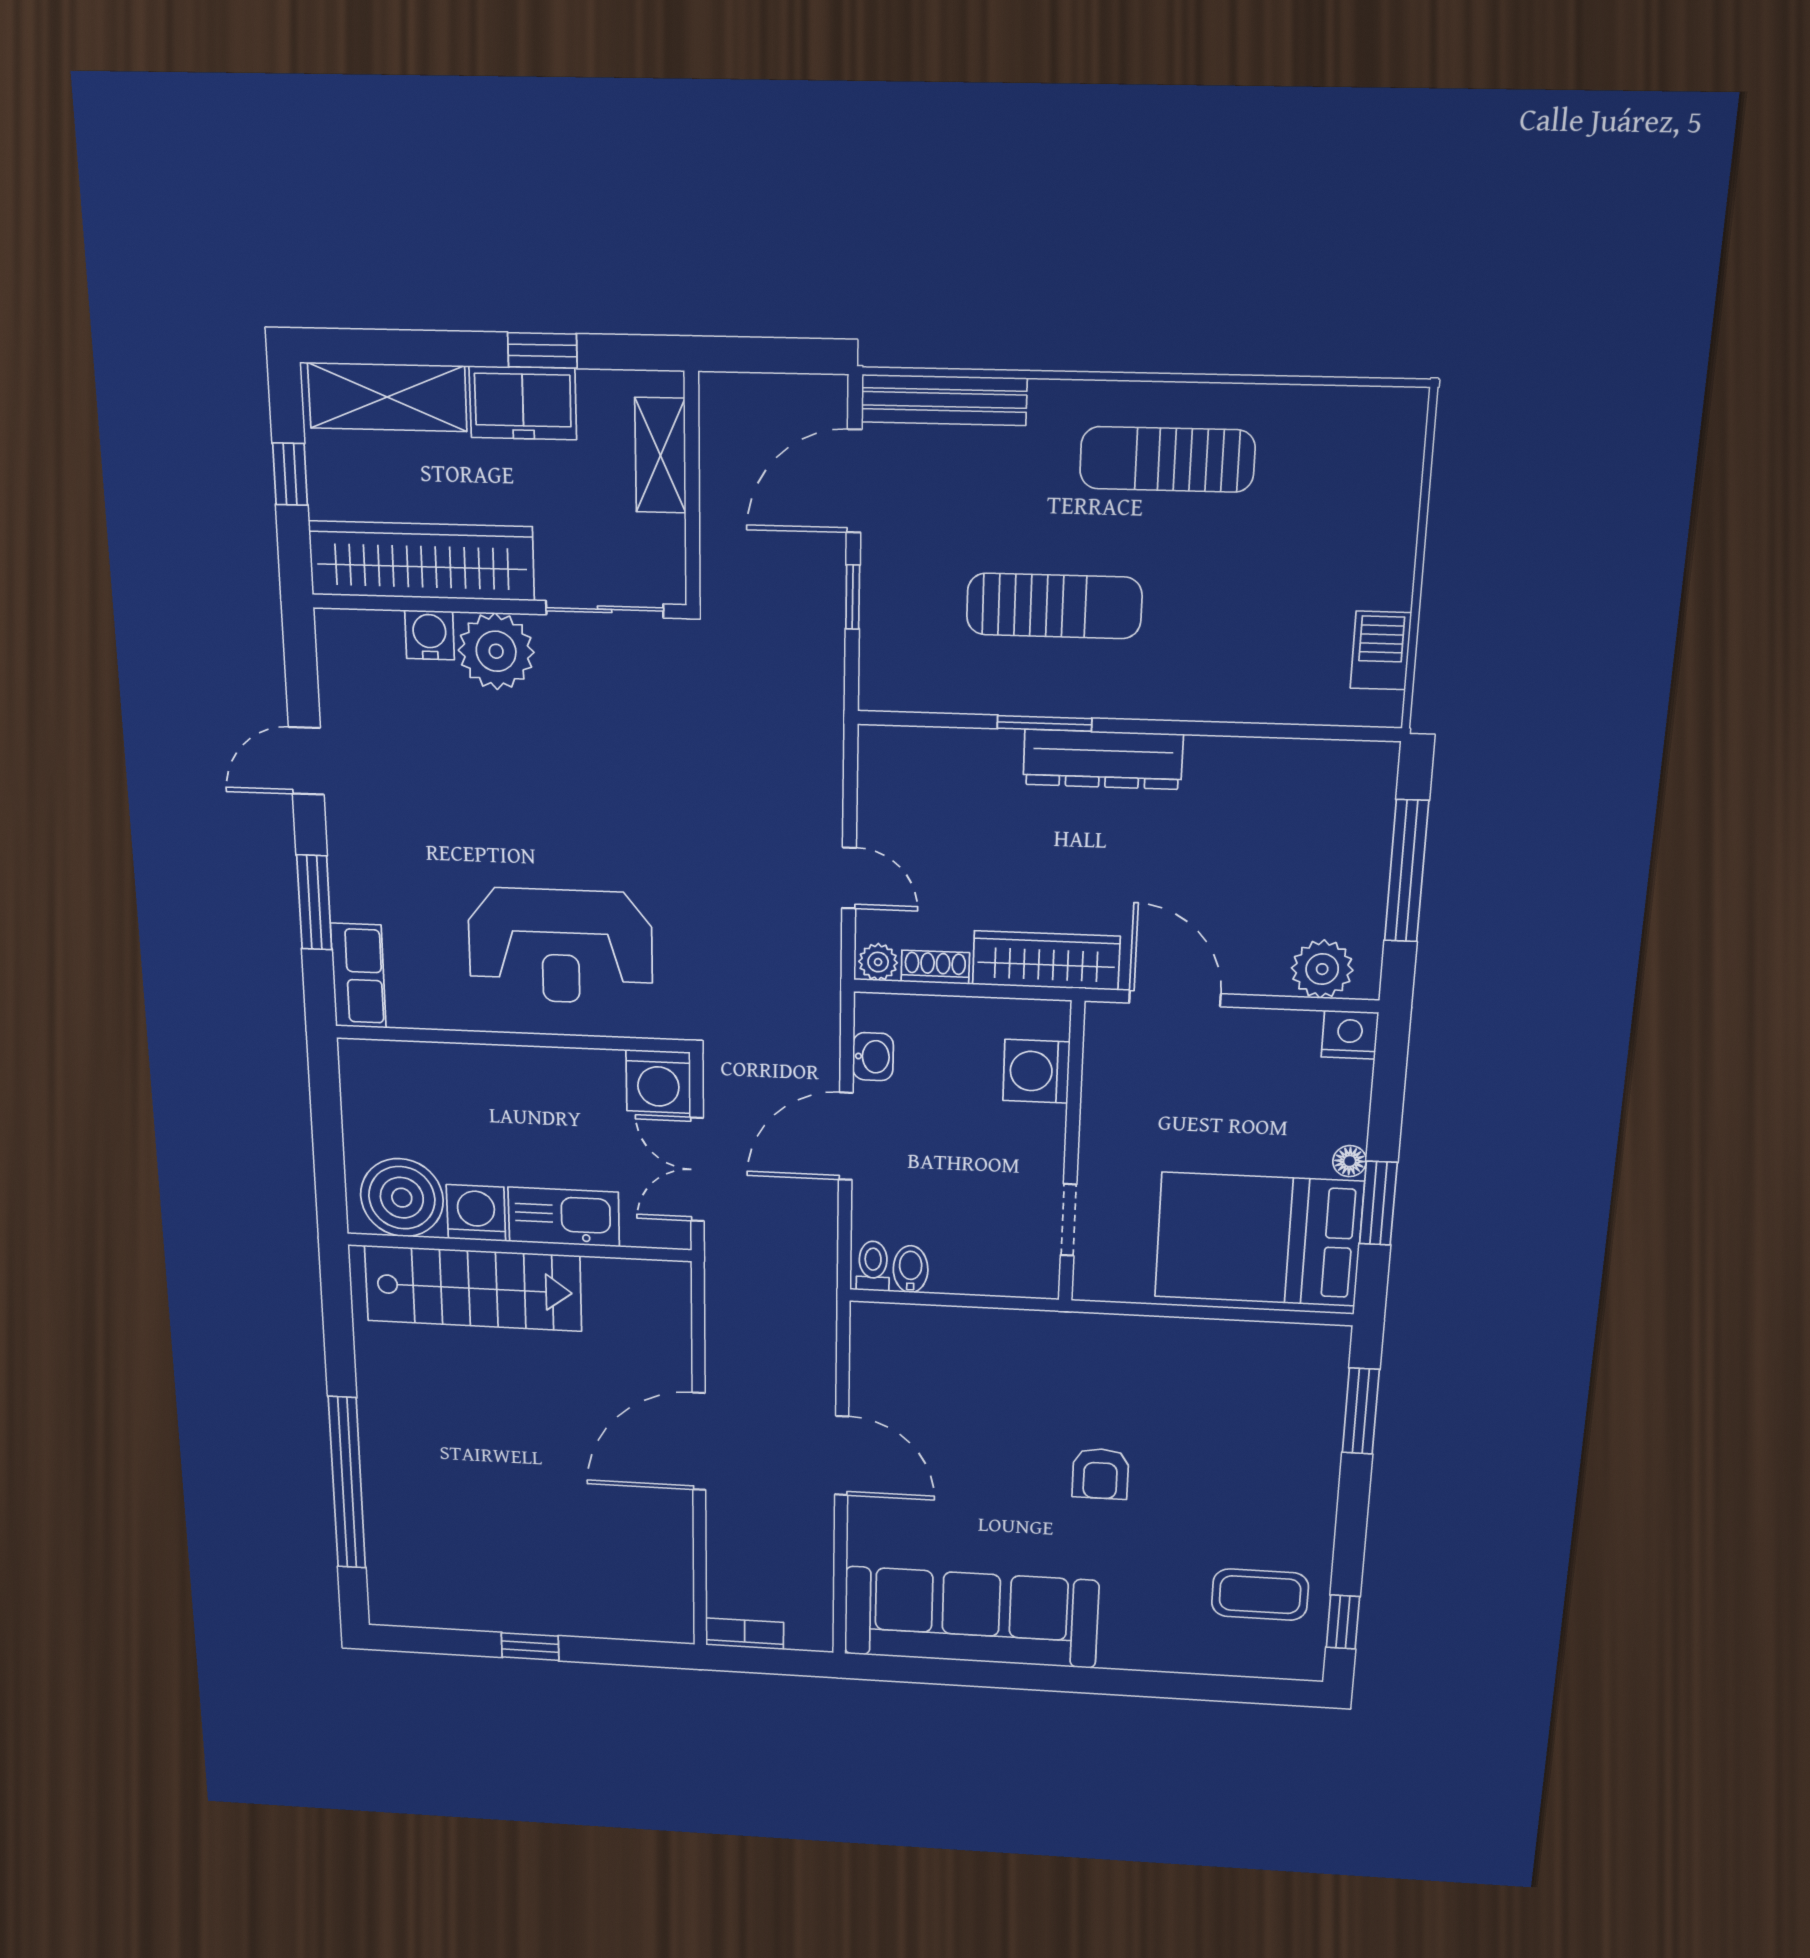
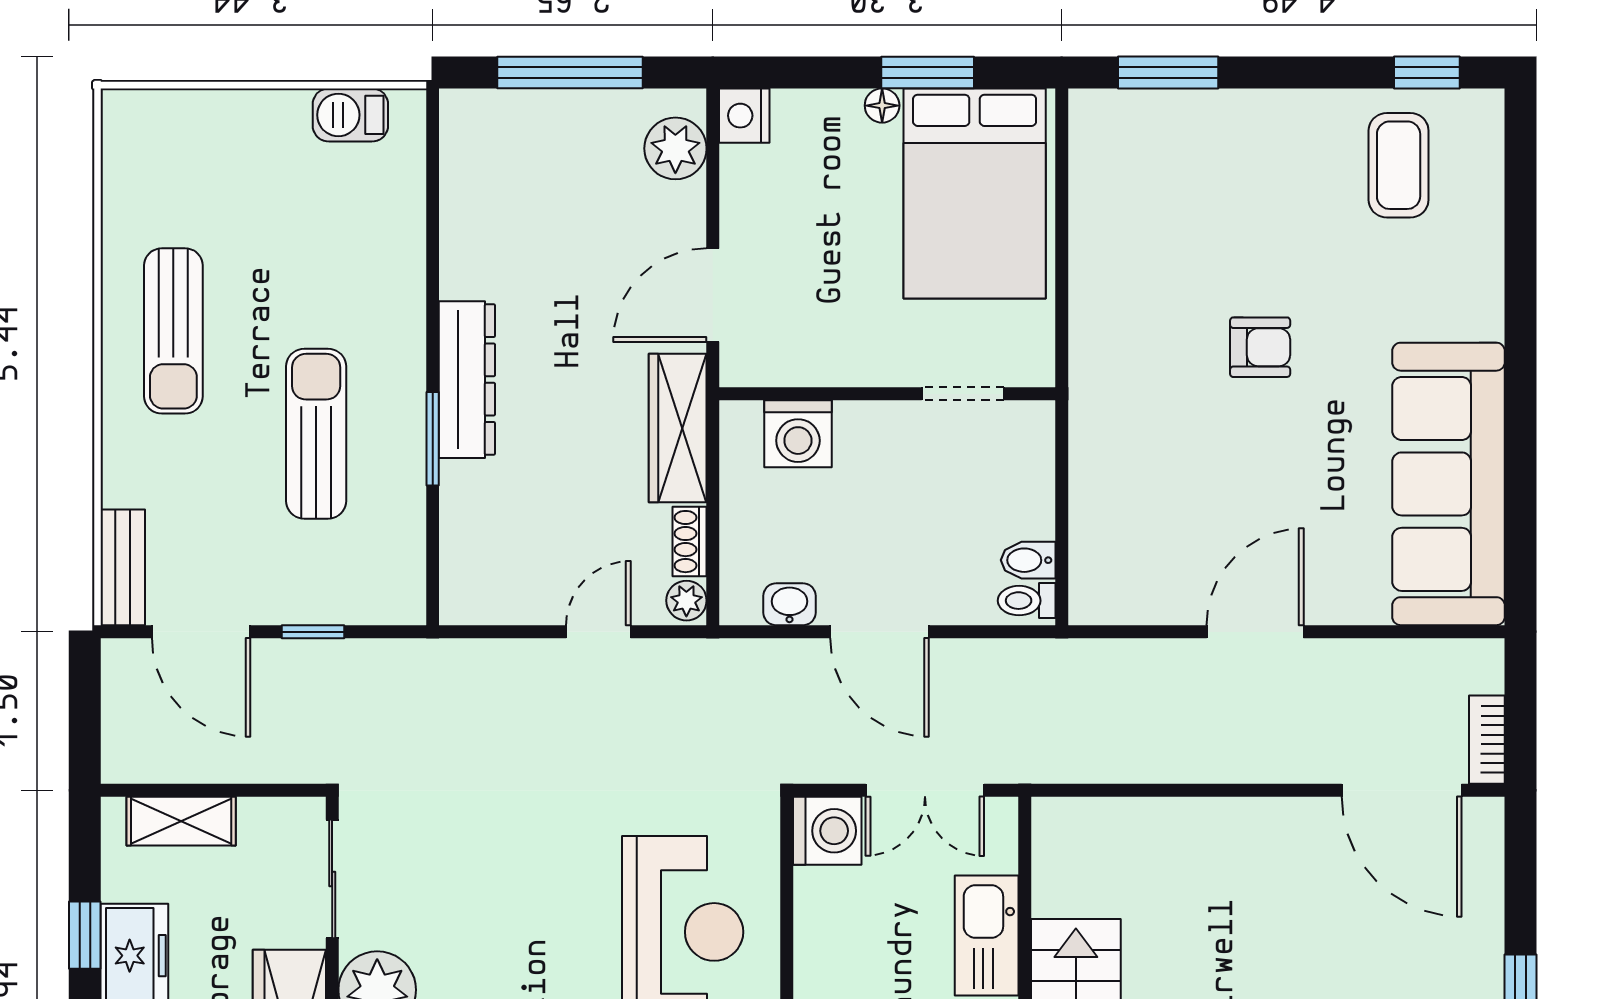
bench: (944, 400) -> (123, 567), width x0.73
door: (699, 1441) -> (1402, 790), moved

